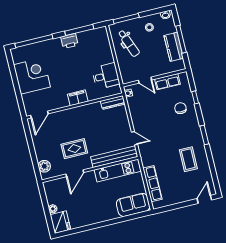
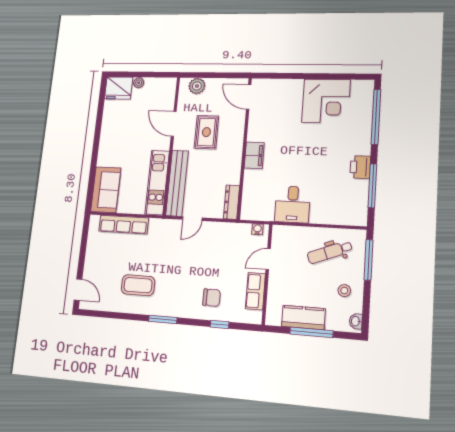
filing cabinet: (78, 98) -> (254, 155), moved
dresser: (113, 102) -> (232, 202), moved
wall: (75, 106) -> (244, 148), moved
door: (39, 115) -> (249, 97), moved

